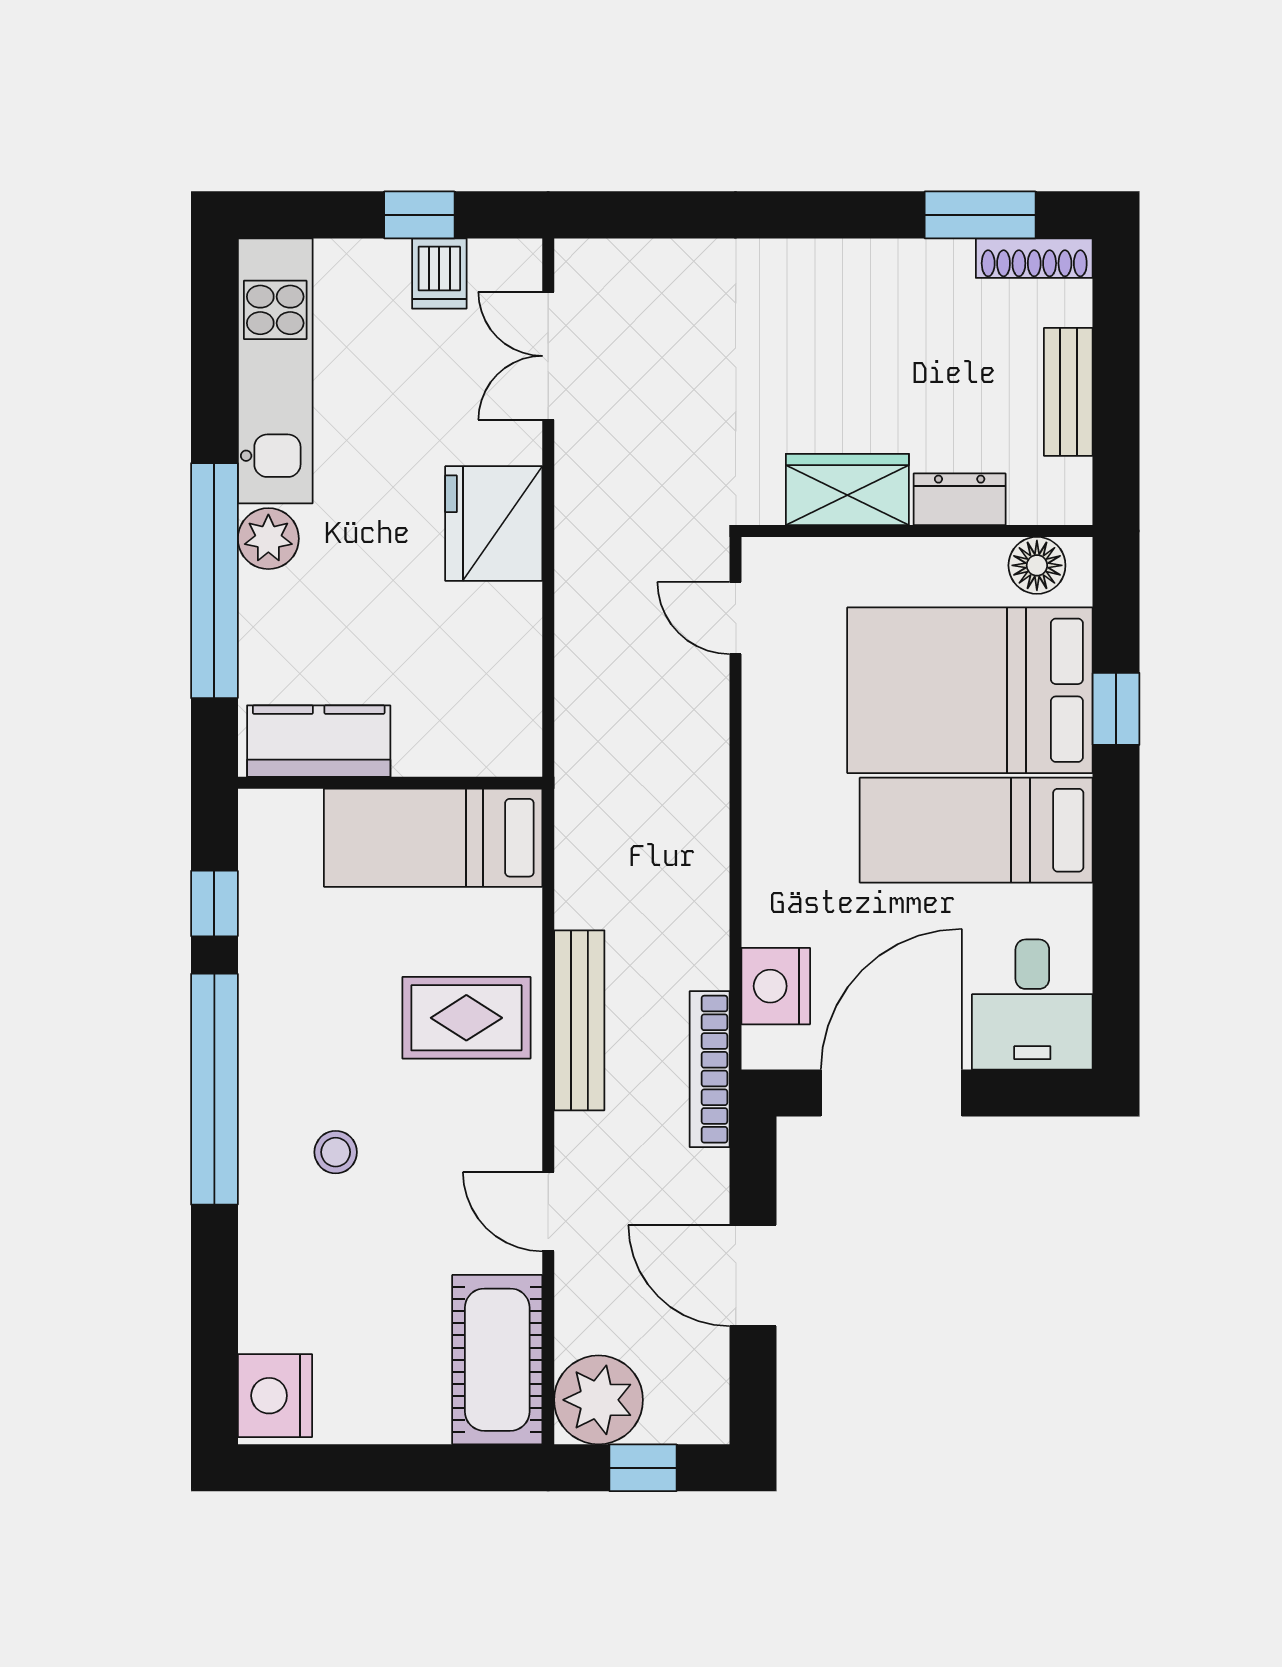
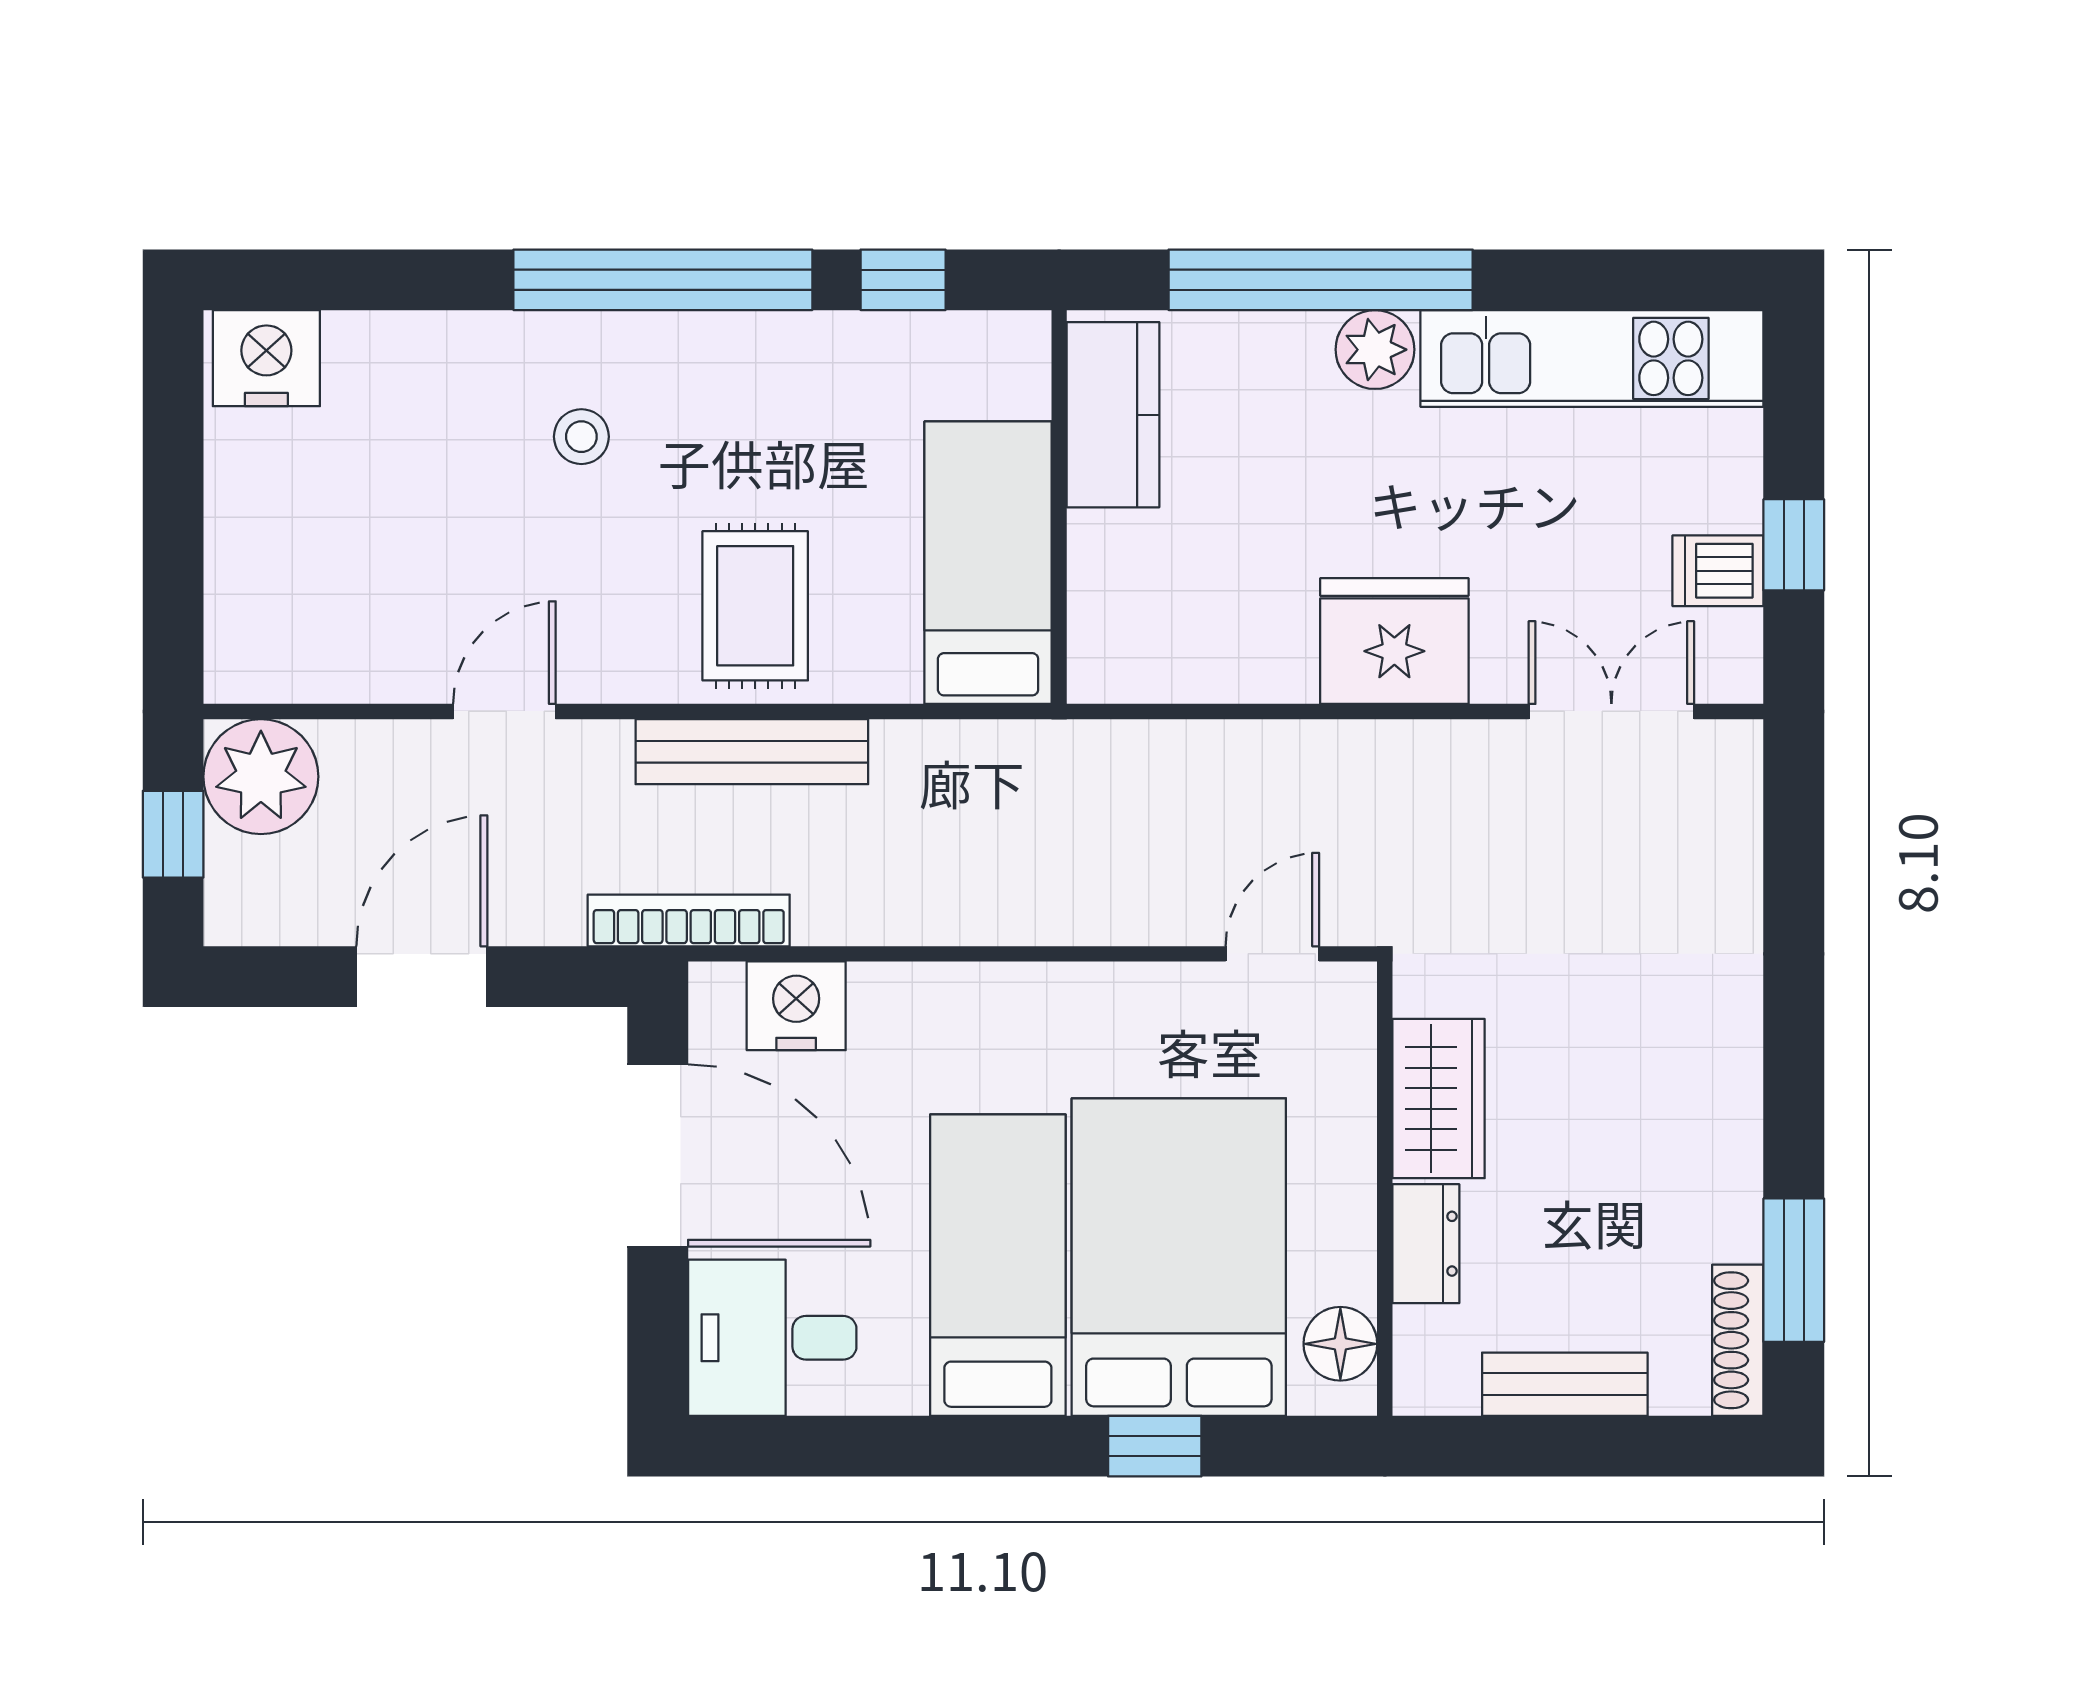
cot: (497, 1360) -> (313, 646), removed

